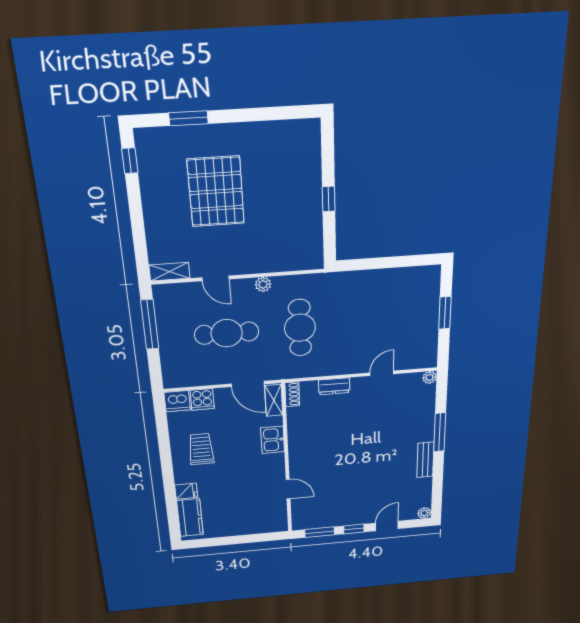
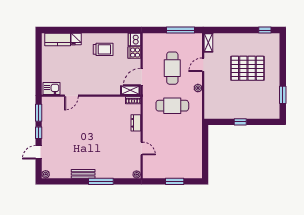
window: (188, 118) -> (283, 95), moved
kitchen sink: (273, 440) -> (52, 88), moved
door: (387, 526) -> (39, 152), swing flipped

